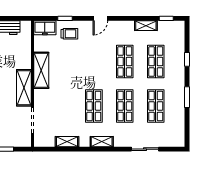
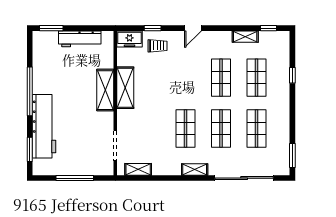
shelving: (24, 88) -> (105, 90), moved
window: (187, 97) -> (292, 156), moved
shelving: (67, 142) -> (138, 169), moved
sliding door: (145, 149) -> (244, 178), width x1.86

